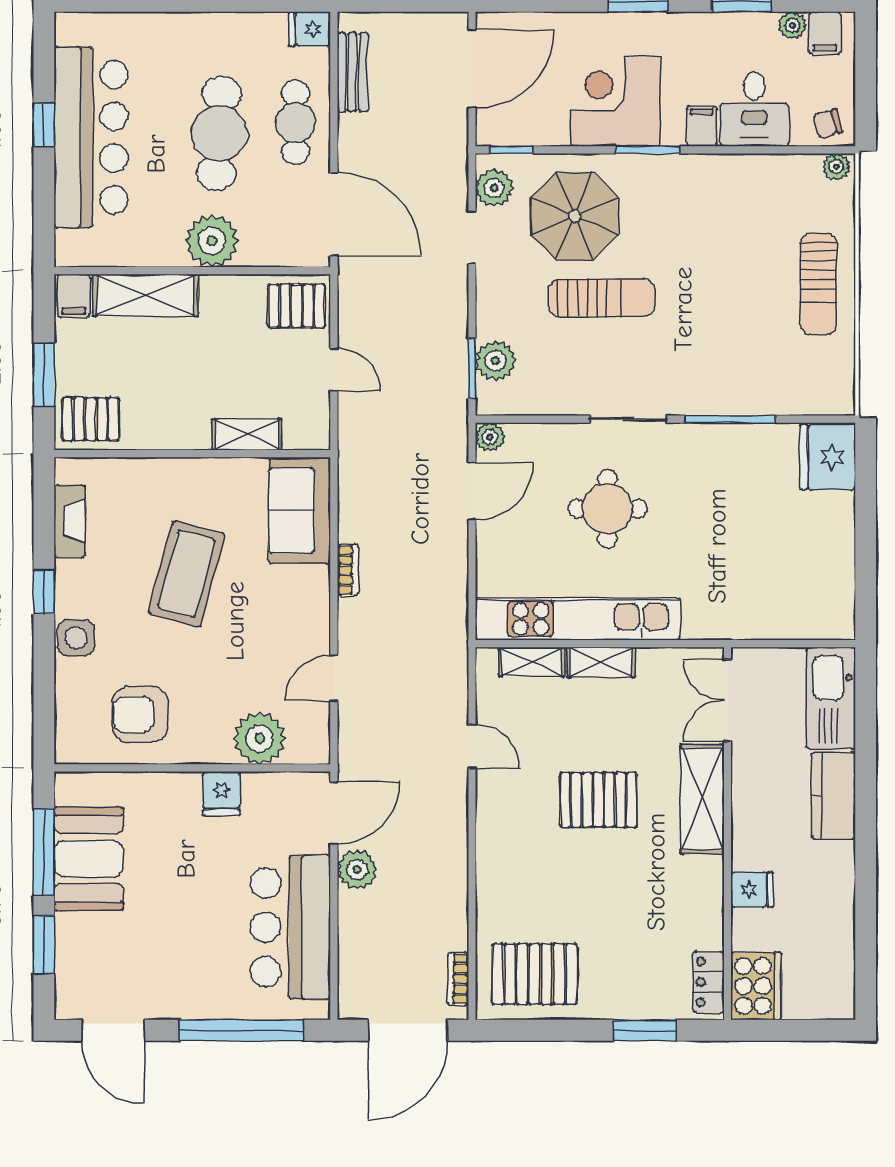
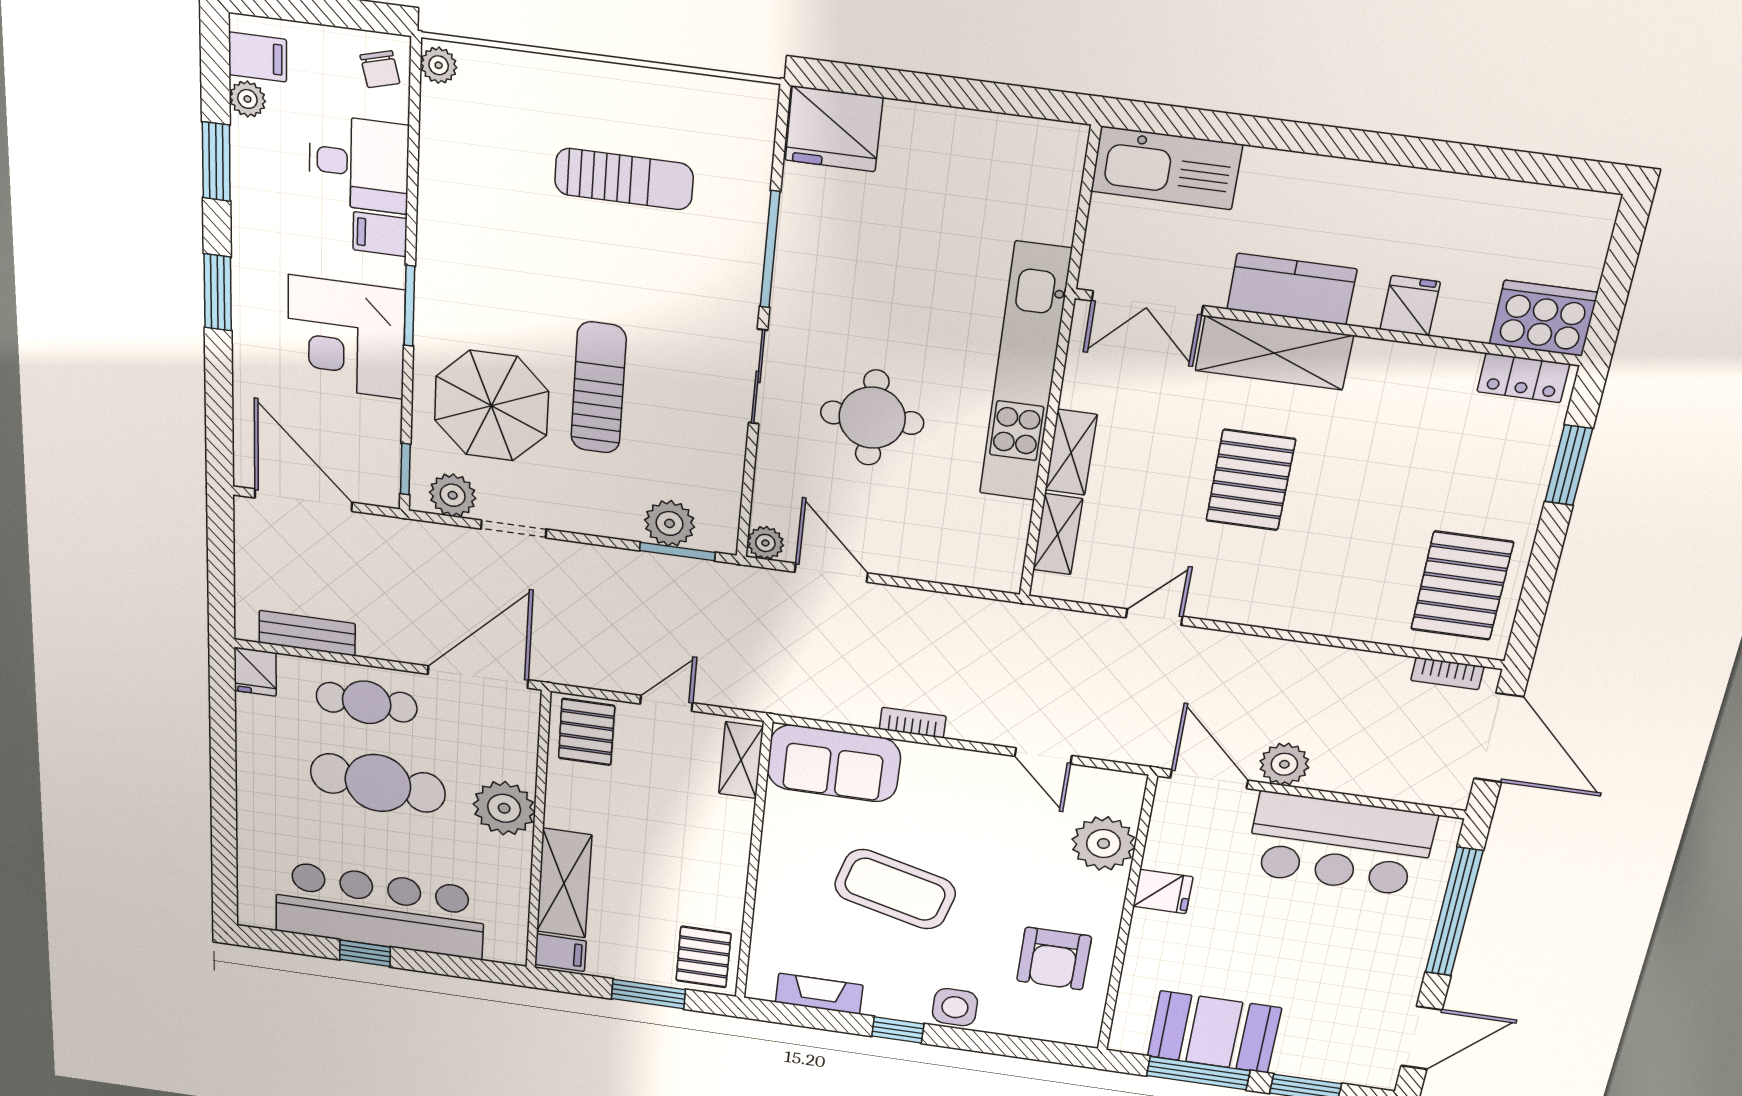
sun lounger: (819, 284) -> (624, 179), moved
shelving: (247, 435) -> (741, 760), moved
kitchen unit: (578, 619) -> (1025, 373), moved
kitchen counter: (833, 796) -> (1292, 289), moved, turned 180

